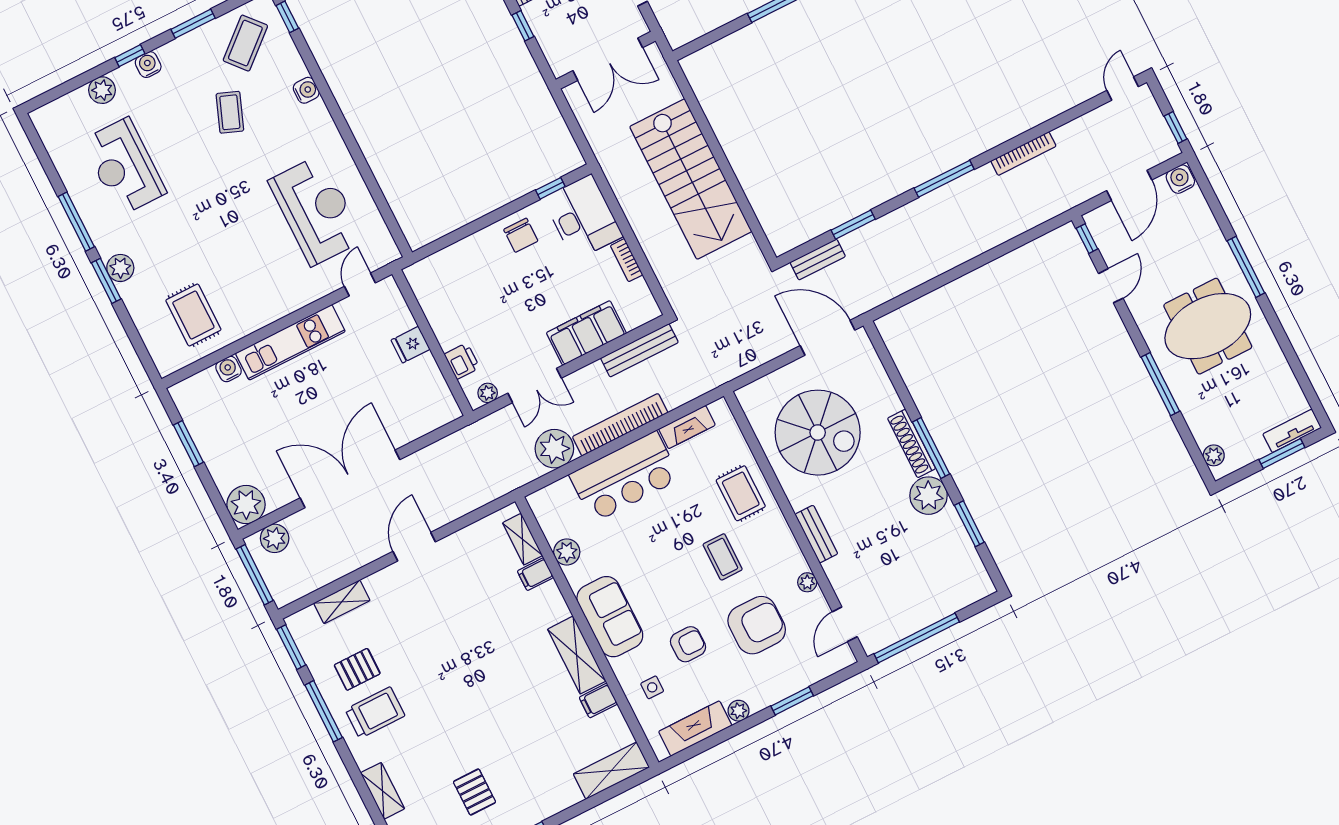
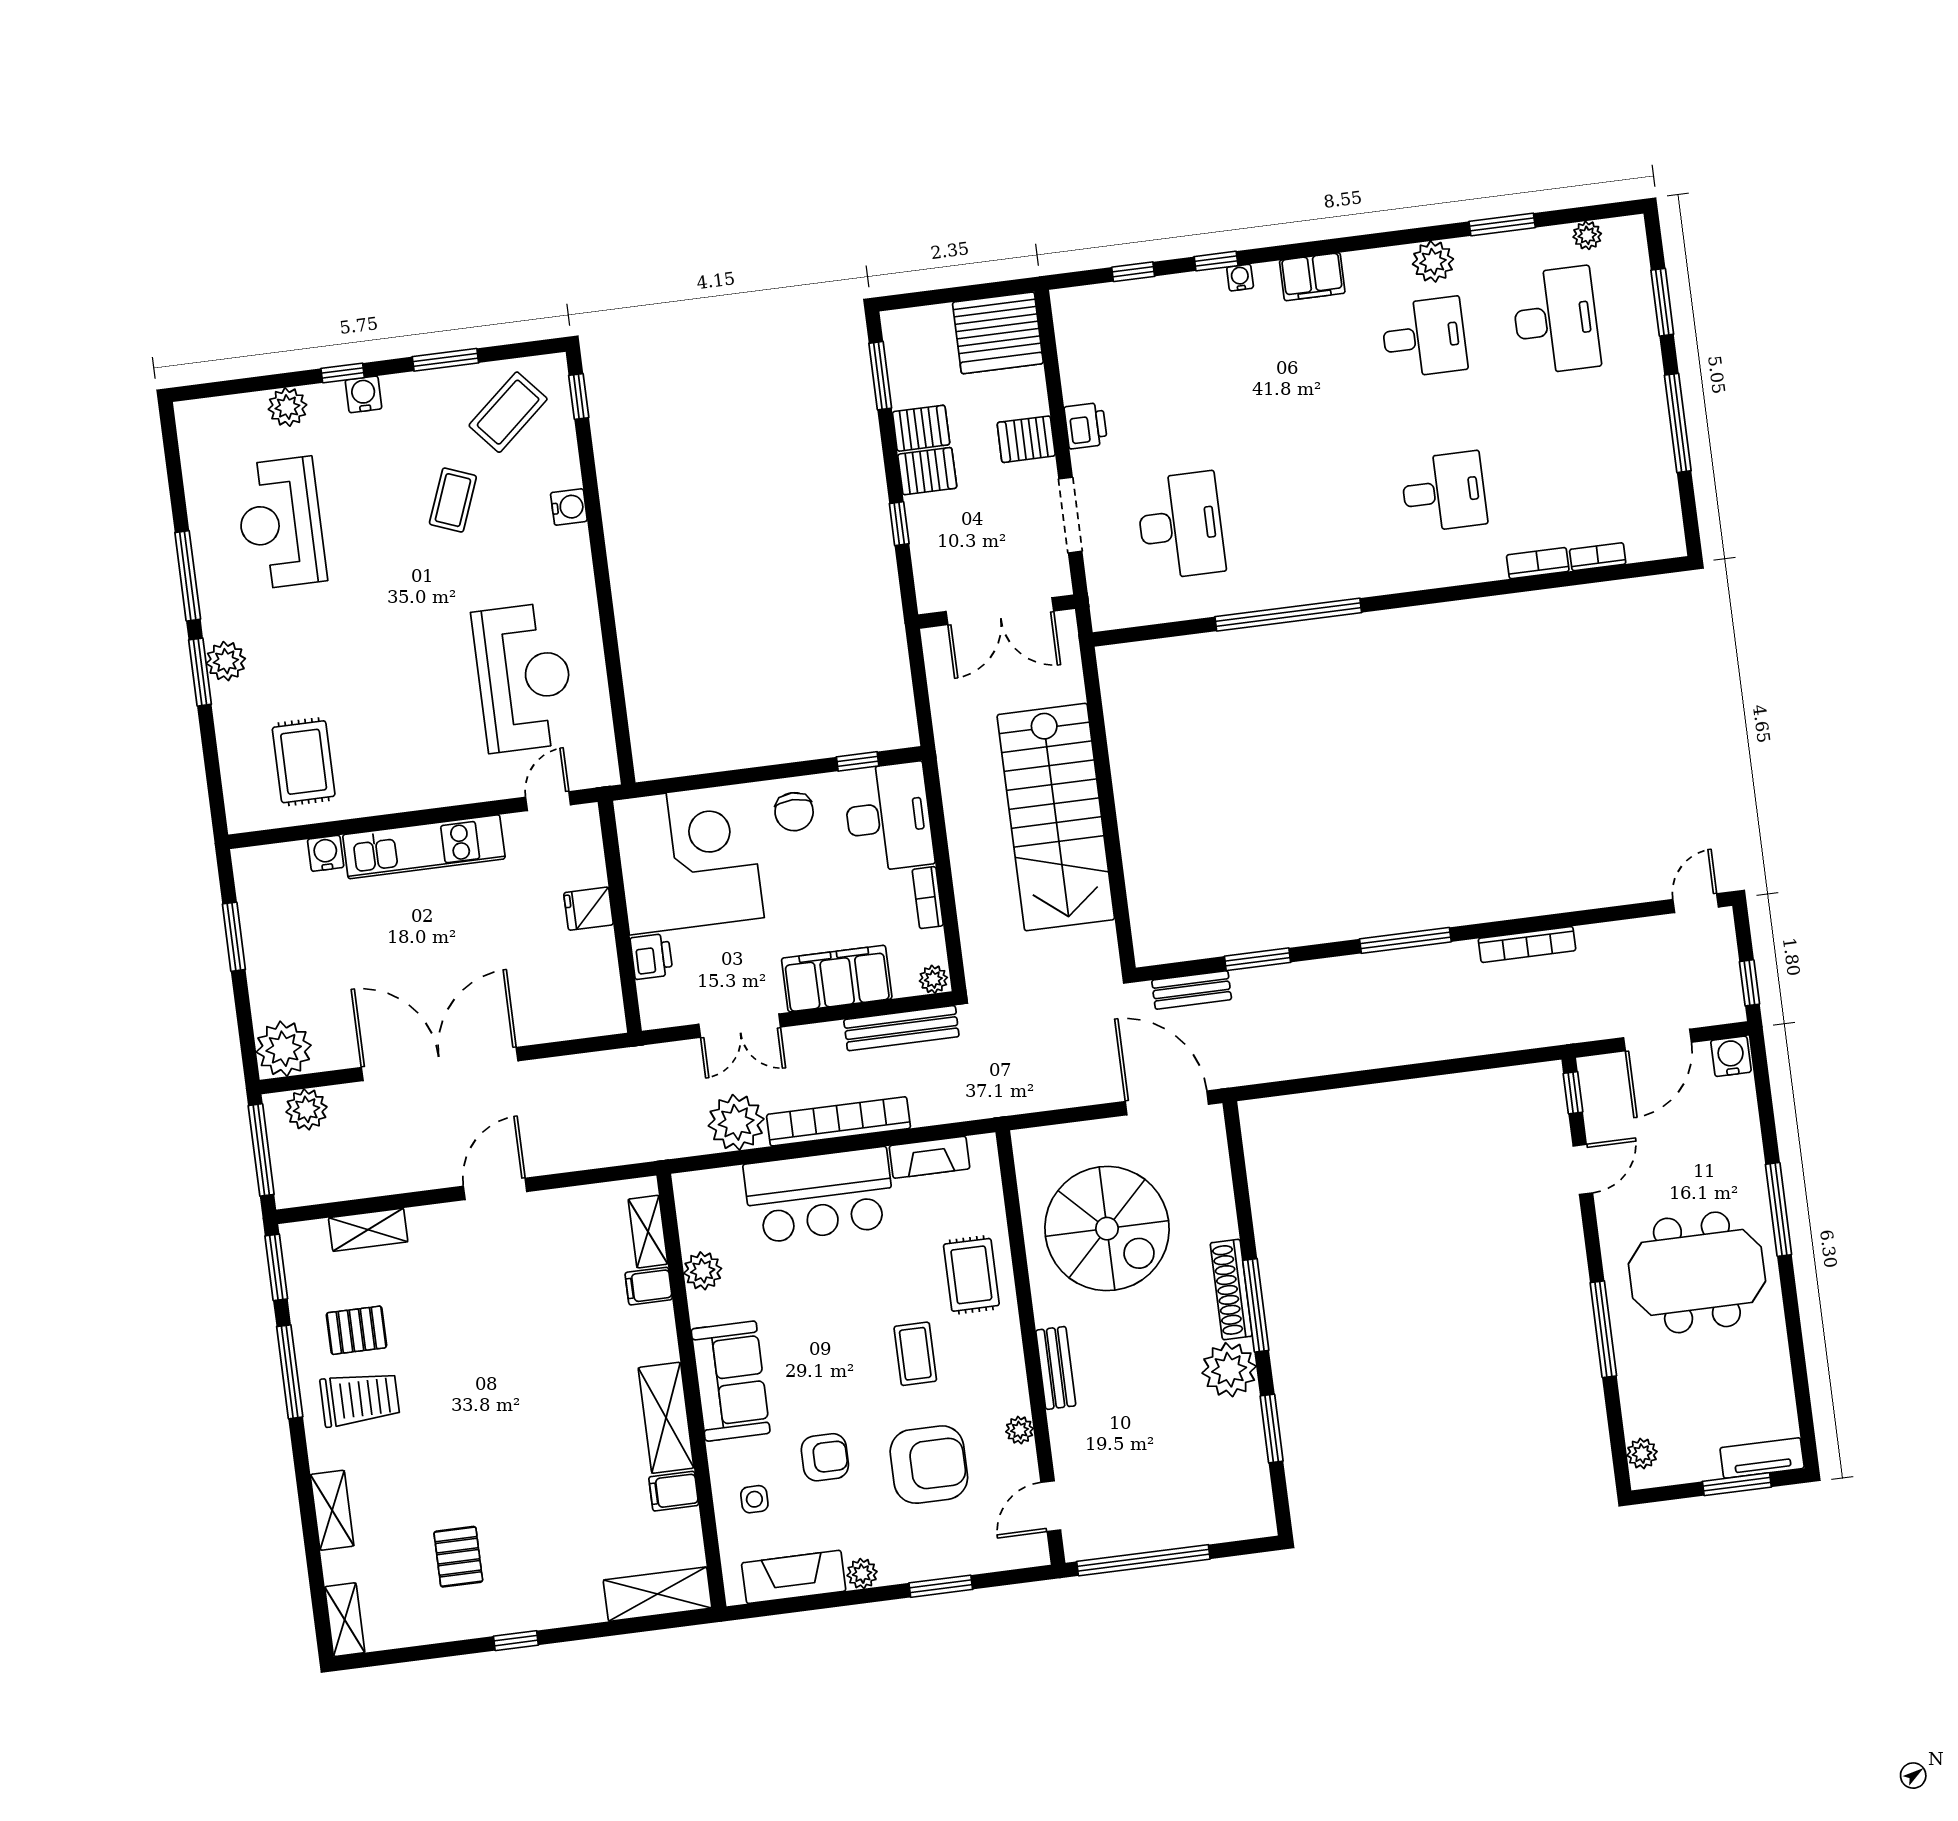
corner desk: (463, 290) -> (688, 859), added
plant: (488, 393) -> (933, 979), moved

